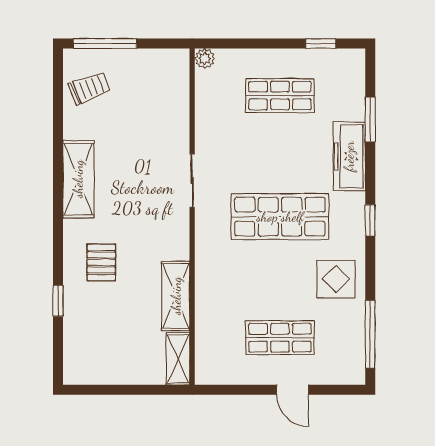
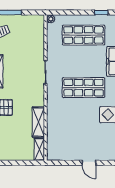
shop shelf: (280, 96) -> (84, 35), width x1.43, depth x1.36
shop shelf: (280, 338) -> (84, 140), removed

